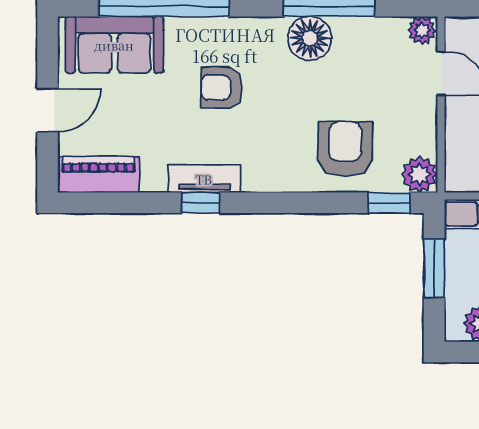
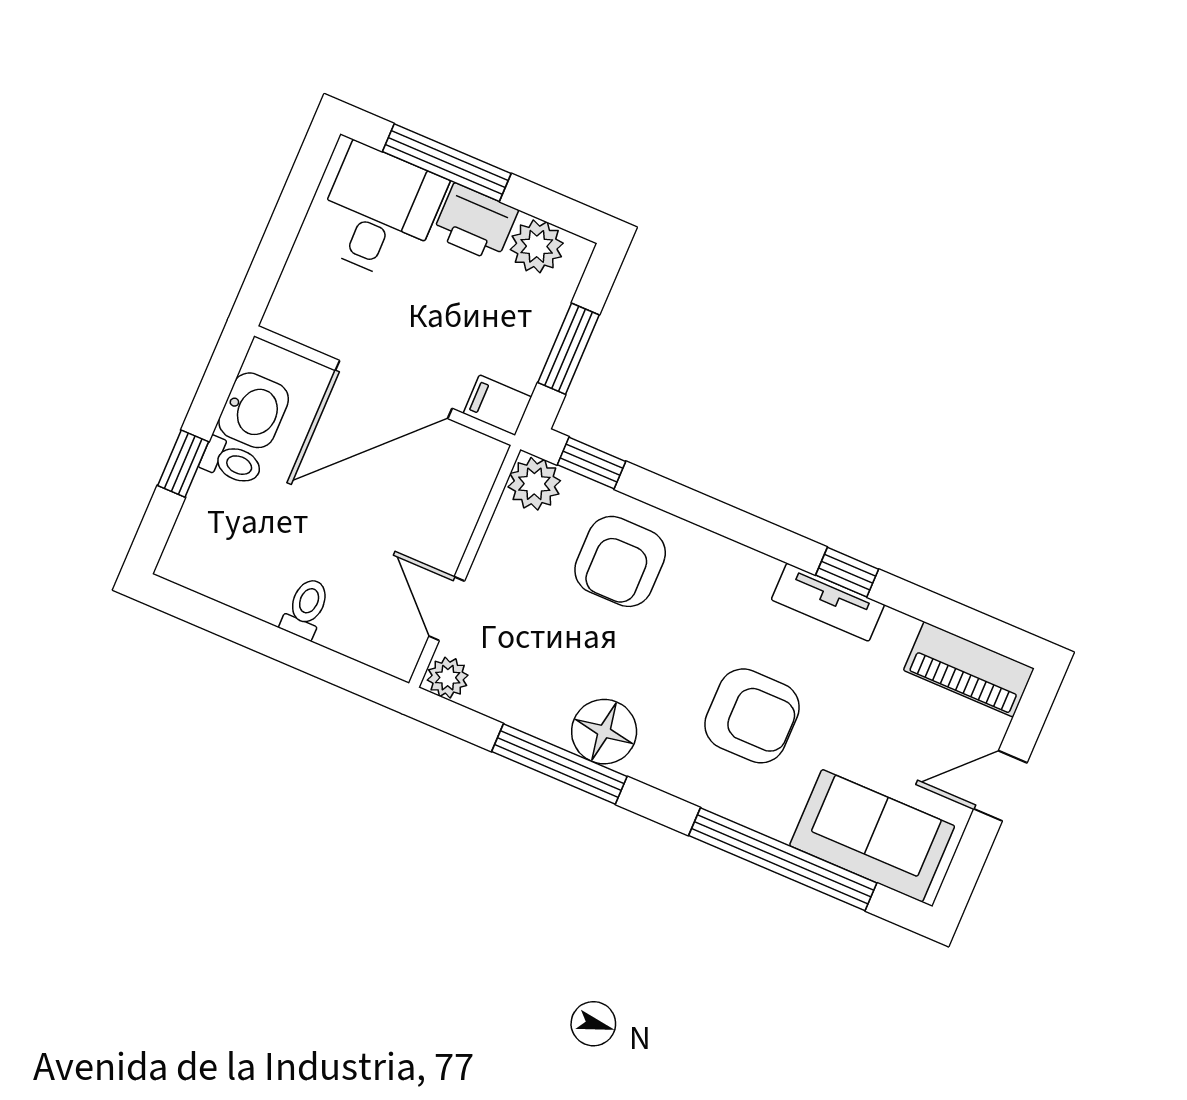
armchair: (221, 88) -> (752, 716), width x1.38, depth x1.38

